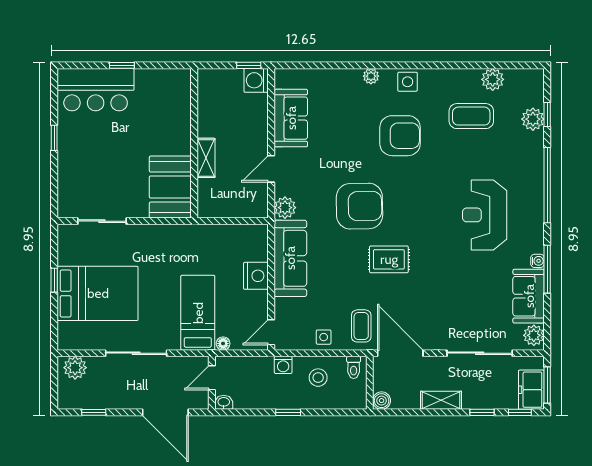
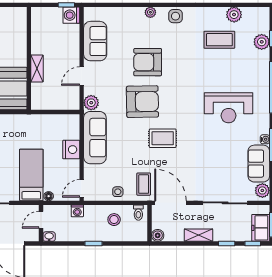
armchair: (400, 136) -> (148, 62), moved, turned 180
reception desk: (485, 215) -> (229, 108), turned -90
washing machine: (283, 365) -> (77, 211), moved

